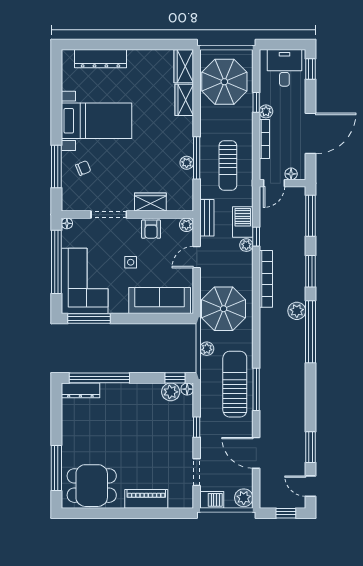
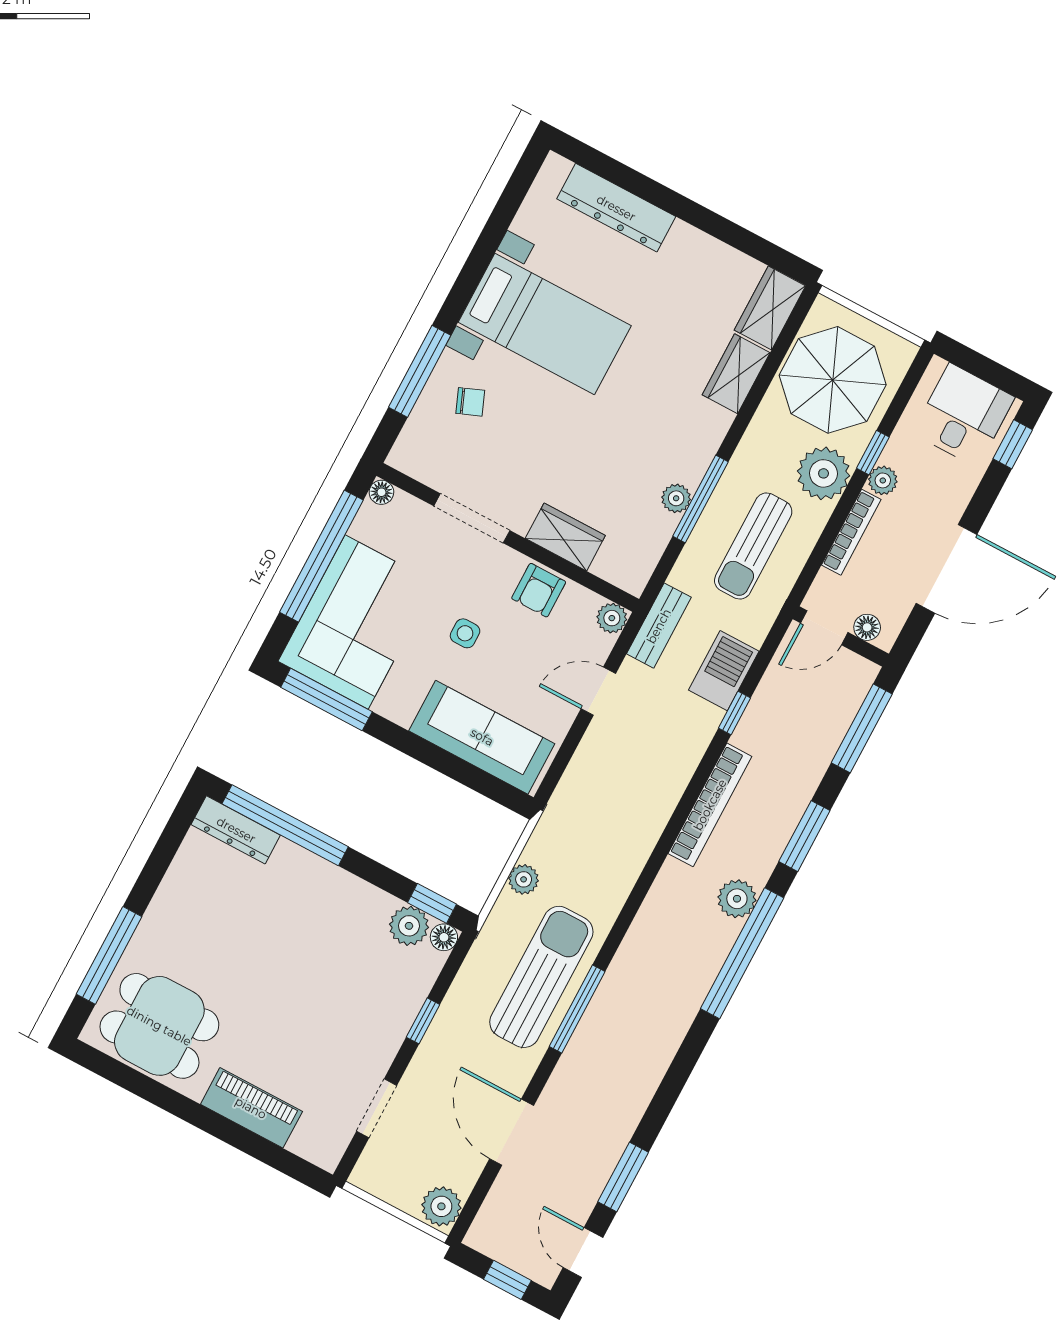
plant: (246, 245) -> (824, 473), moved, width x1.88, depth x1.88
parasol: (224, 309) -> (597, 819), removed
barbecue: (212, 500) -> (377, 1178), removed

